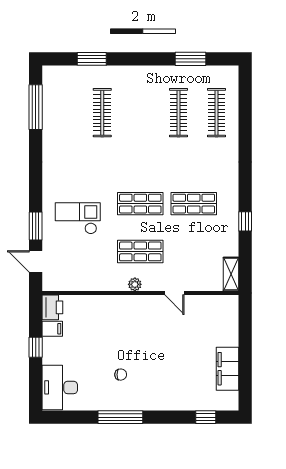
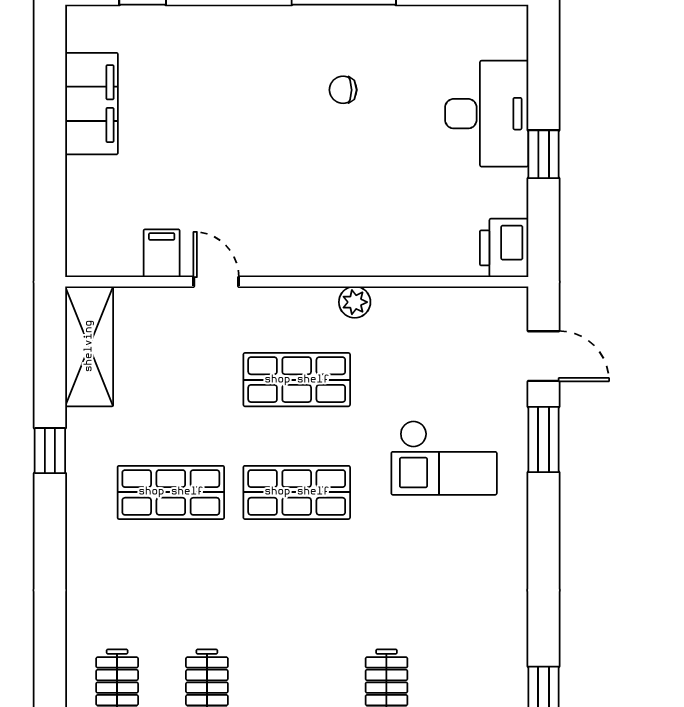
shelving: (231, 274) -> (89, 346), width x1.50, depth x1.33
plant: (135, 284) -> (355, 302), moved
filing cabinet: (52, 329) -> (162, 253), moved, turned 90
desk: (60, 387) -> (487, 114), moved

